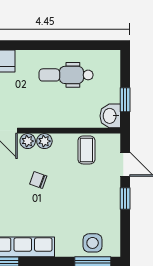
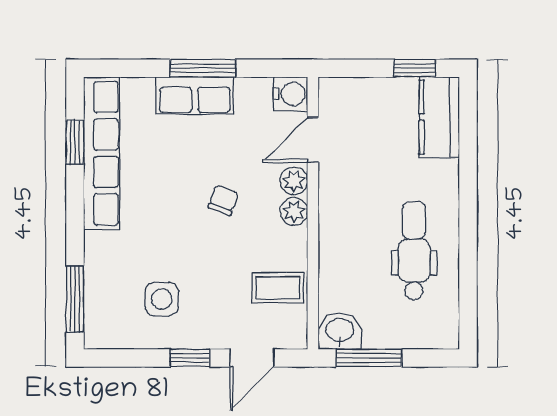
window: (125, 100) -> (369, 358), width x1.50
side table: (93, 243) -> (162, 299), moved

